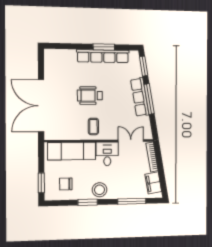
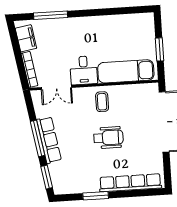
row of seats: (103, 56) -> (130, 183), moved
window: (41, 183) -> (160, 49), moved
chair: (66, 184) -> (130, 32), removed
stool: (100, 190) -> (90, 27), removed
window: (88, 202) -> (103, 12), removed

